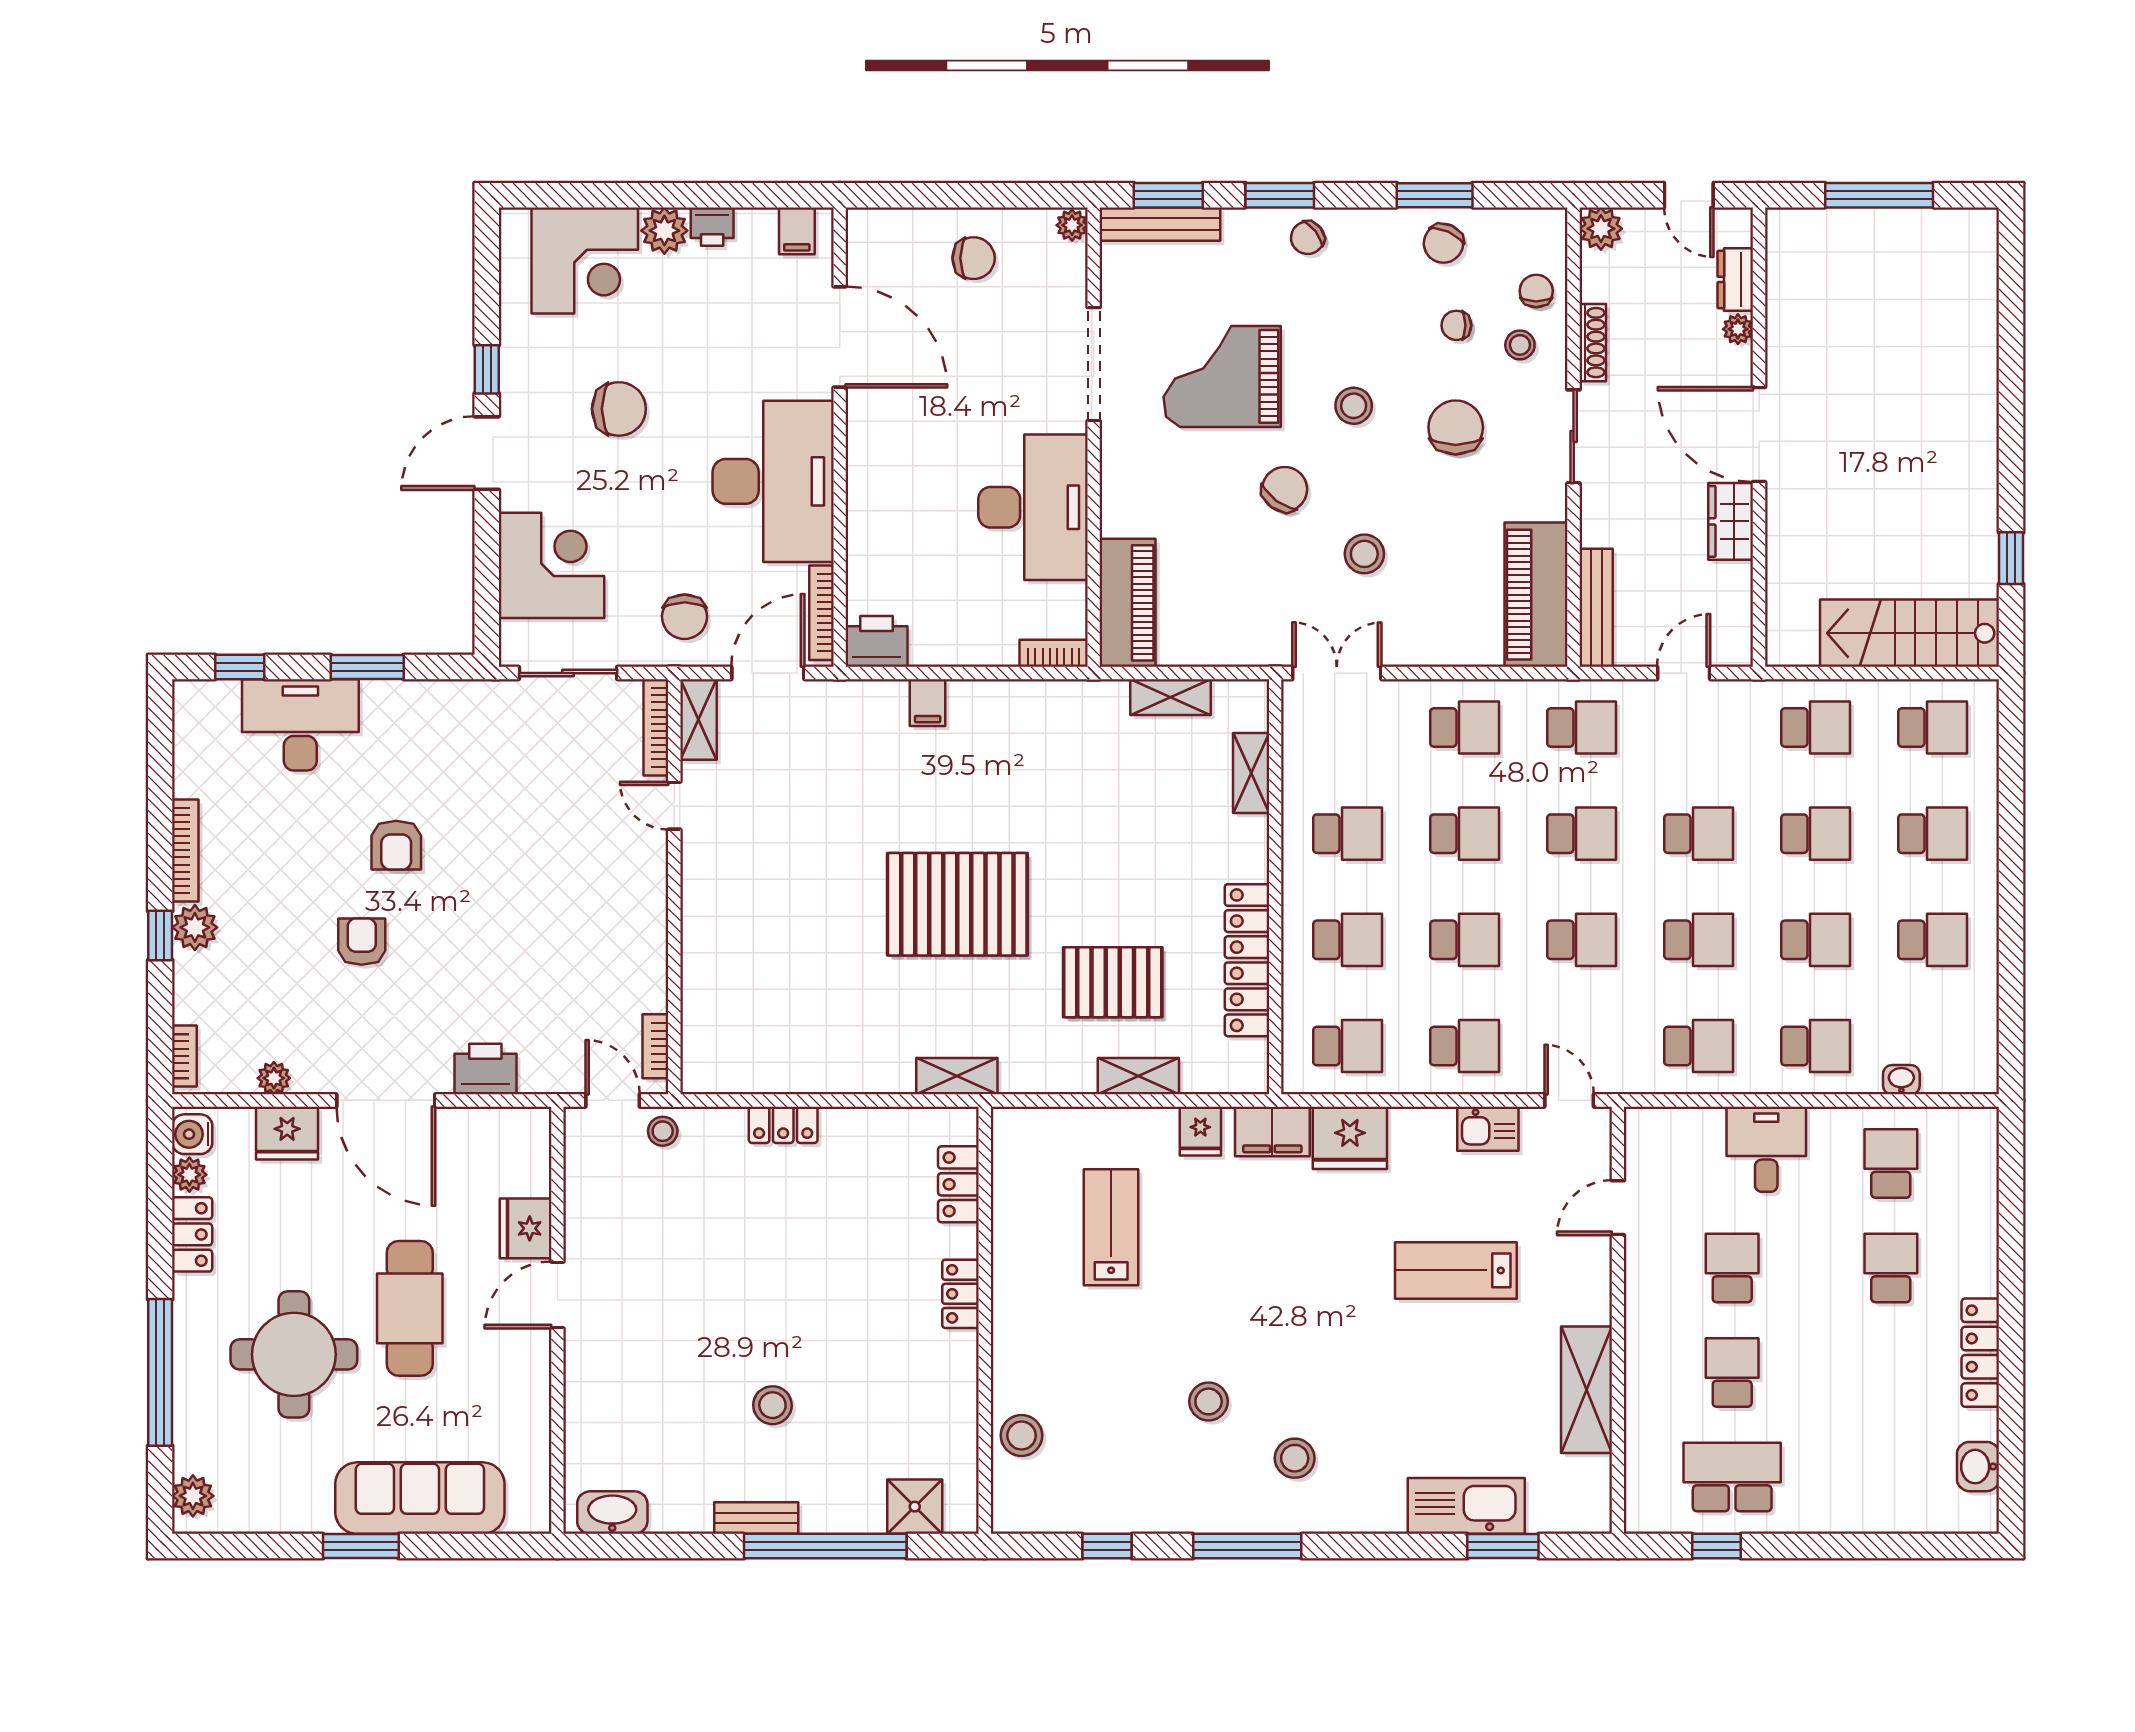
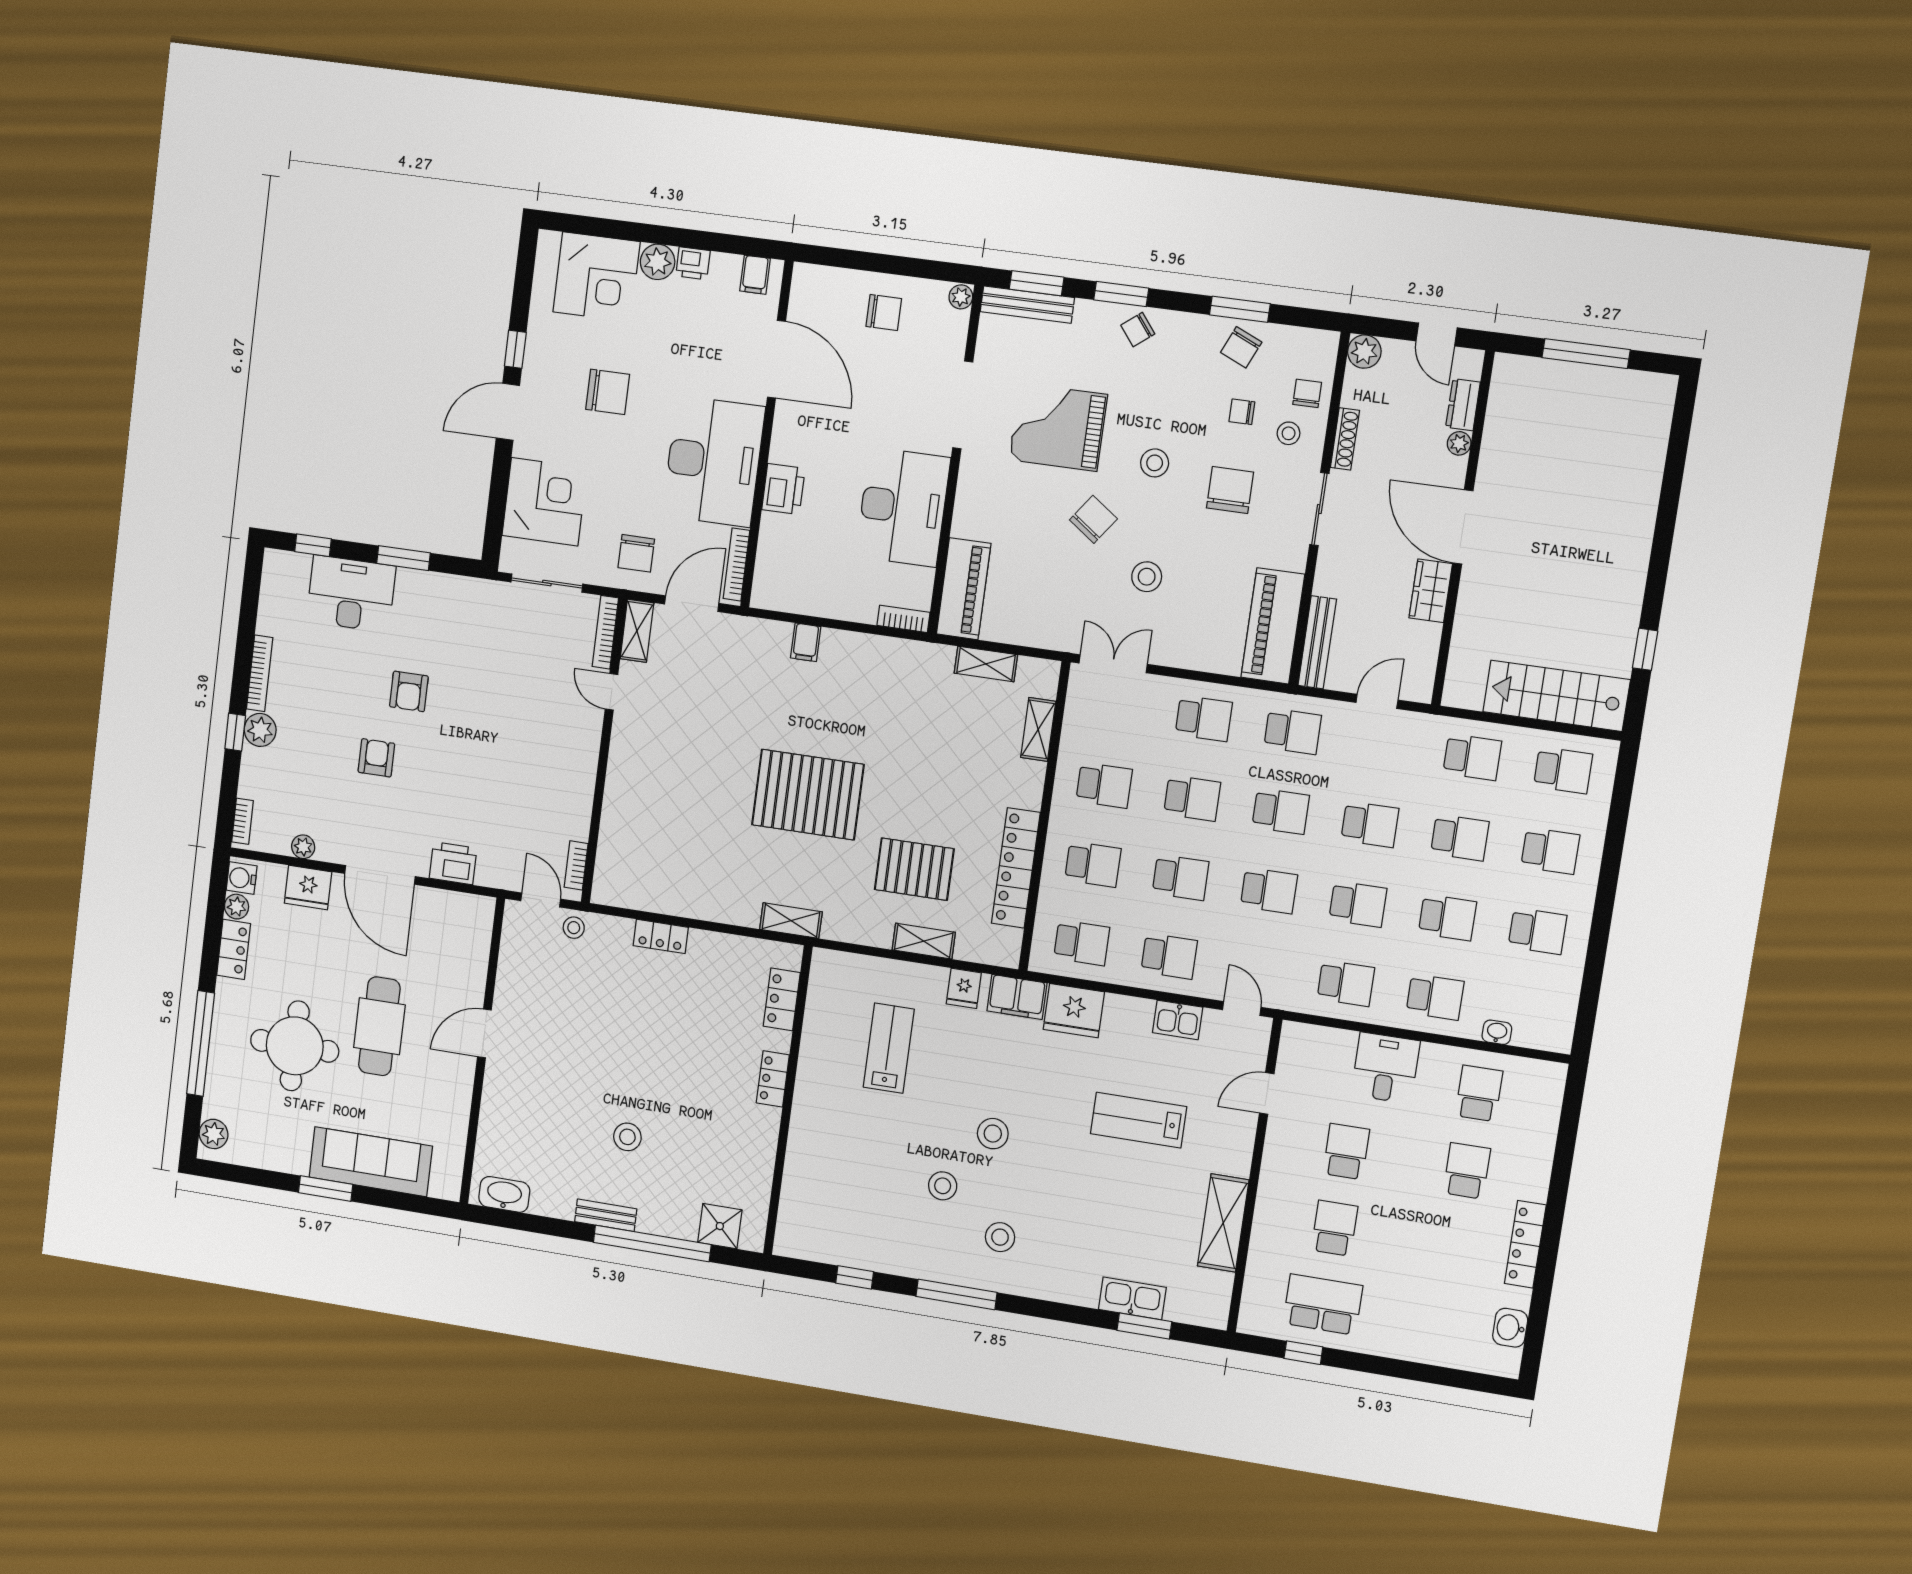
printer: (877, 641) -> (783, 489), moved, turned 90
fridge: (526, 1228) -> (468, 982), removed
stool: (1022, 1436) -> (993, 1134), moved
kitchen sink: (1466, 1506) -> (1132, 1298), width x0.73, depth x0.81

